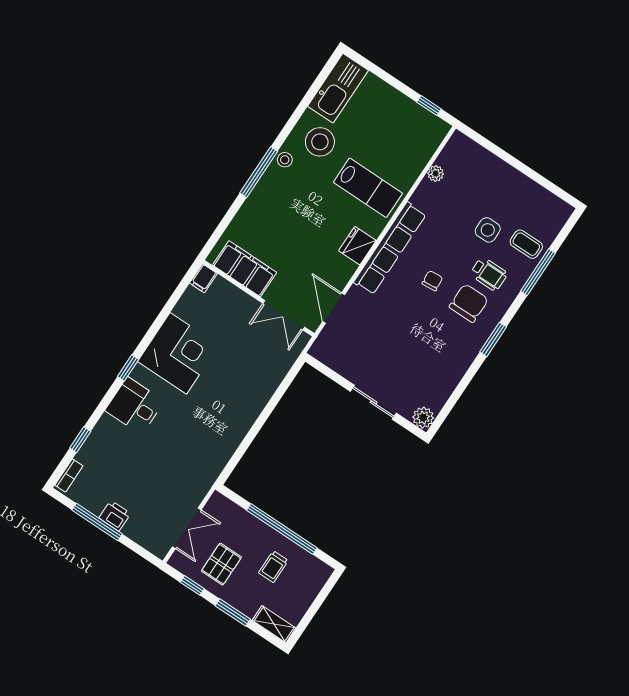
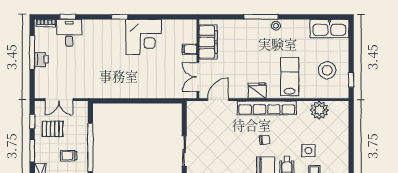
stool: (320, 142) -> (327, 70), moved
plant: (436, 174) -> (319, 110), width x1.88, depth x1.88
lab bench: (368, 188) -> (290, 77), turned 180
filing cabinet: (203, 278) -> (190, 49), moved
desk: (135, 406) -> (69, 33), moved

